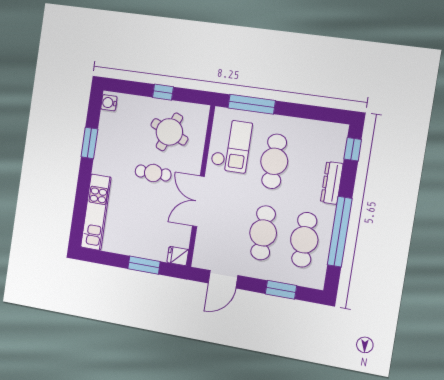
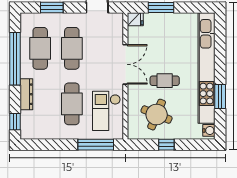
kitchen unit: (96, 212) -> (206, 68), width x1.86

